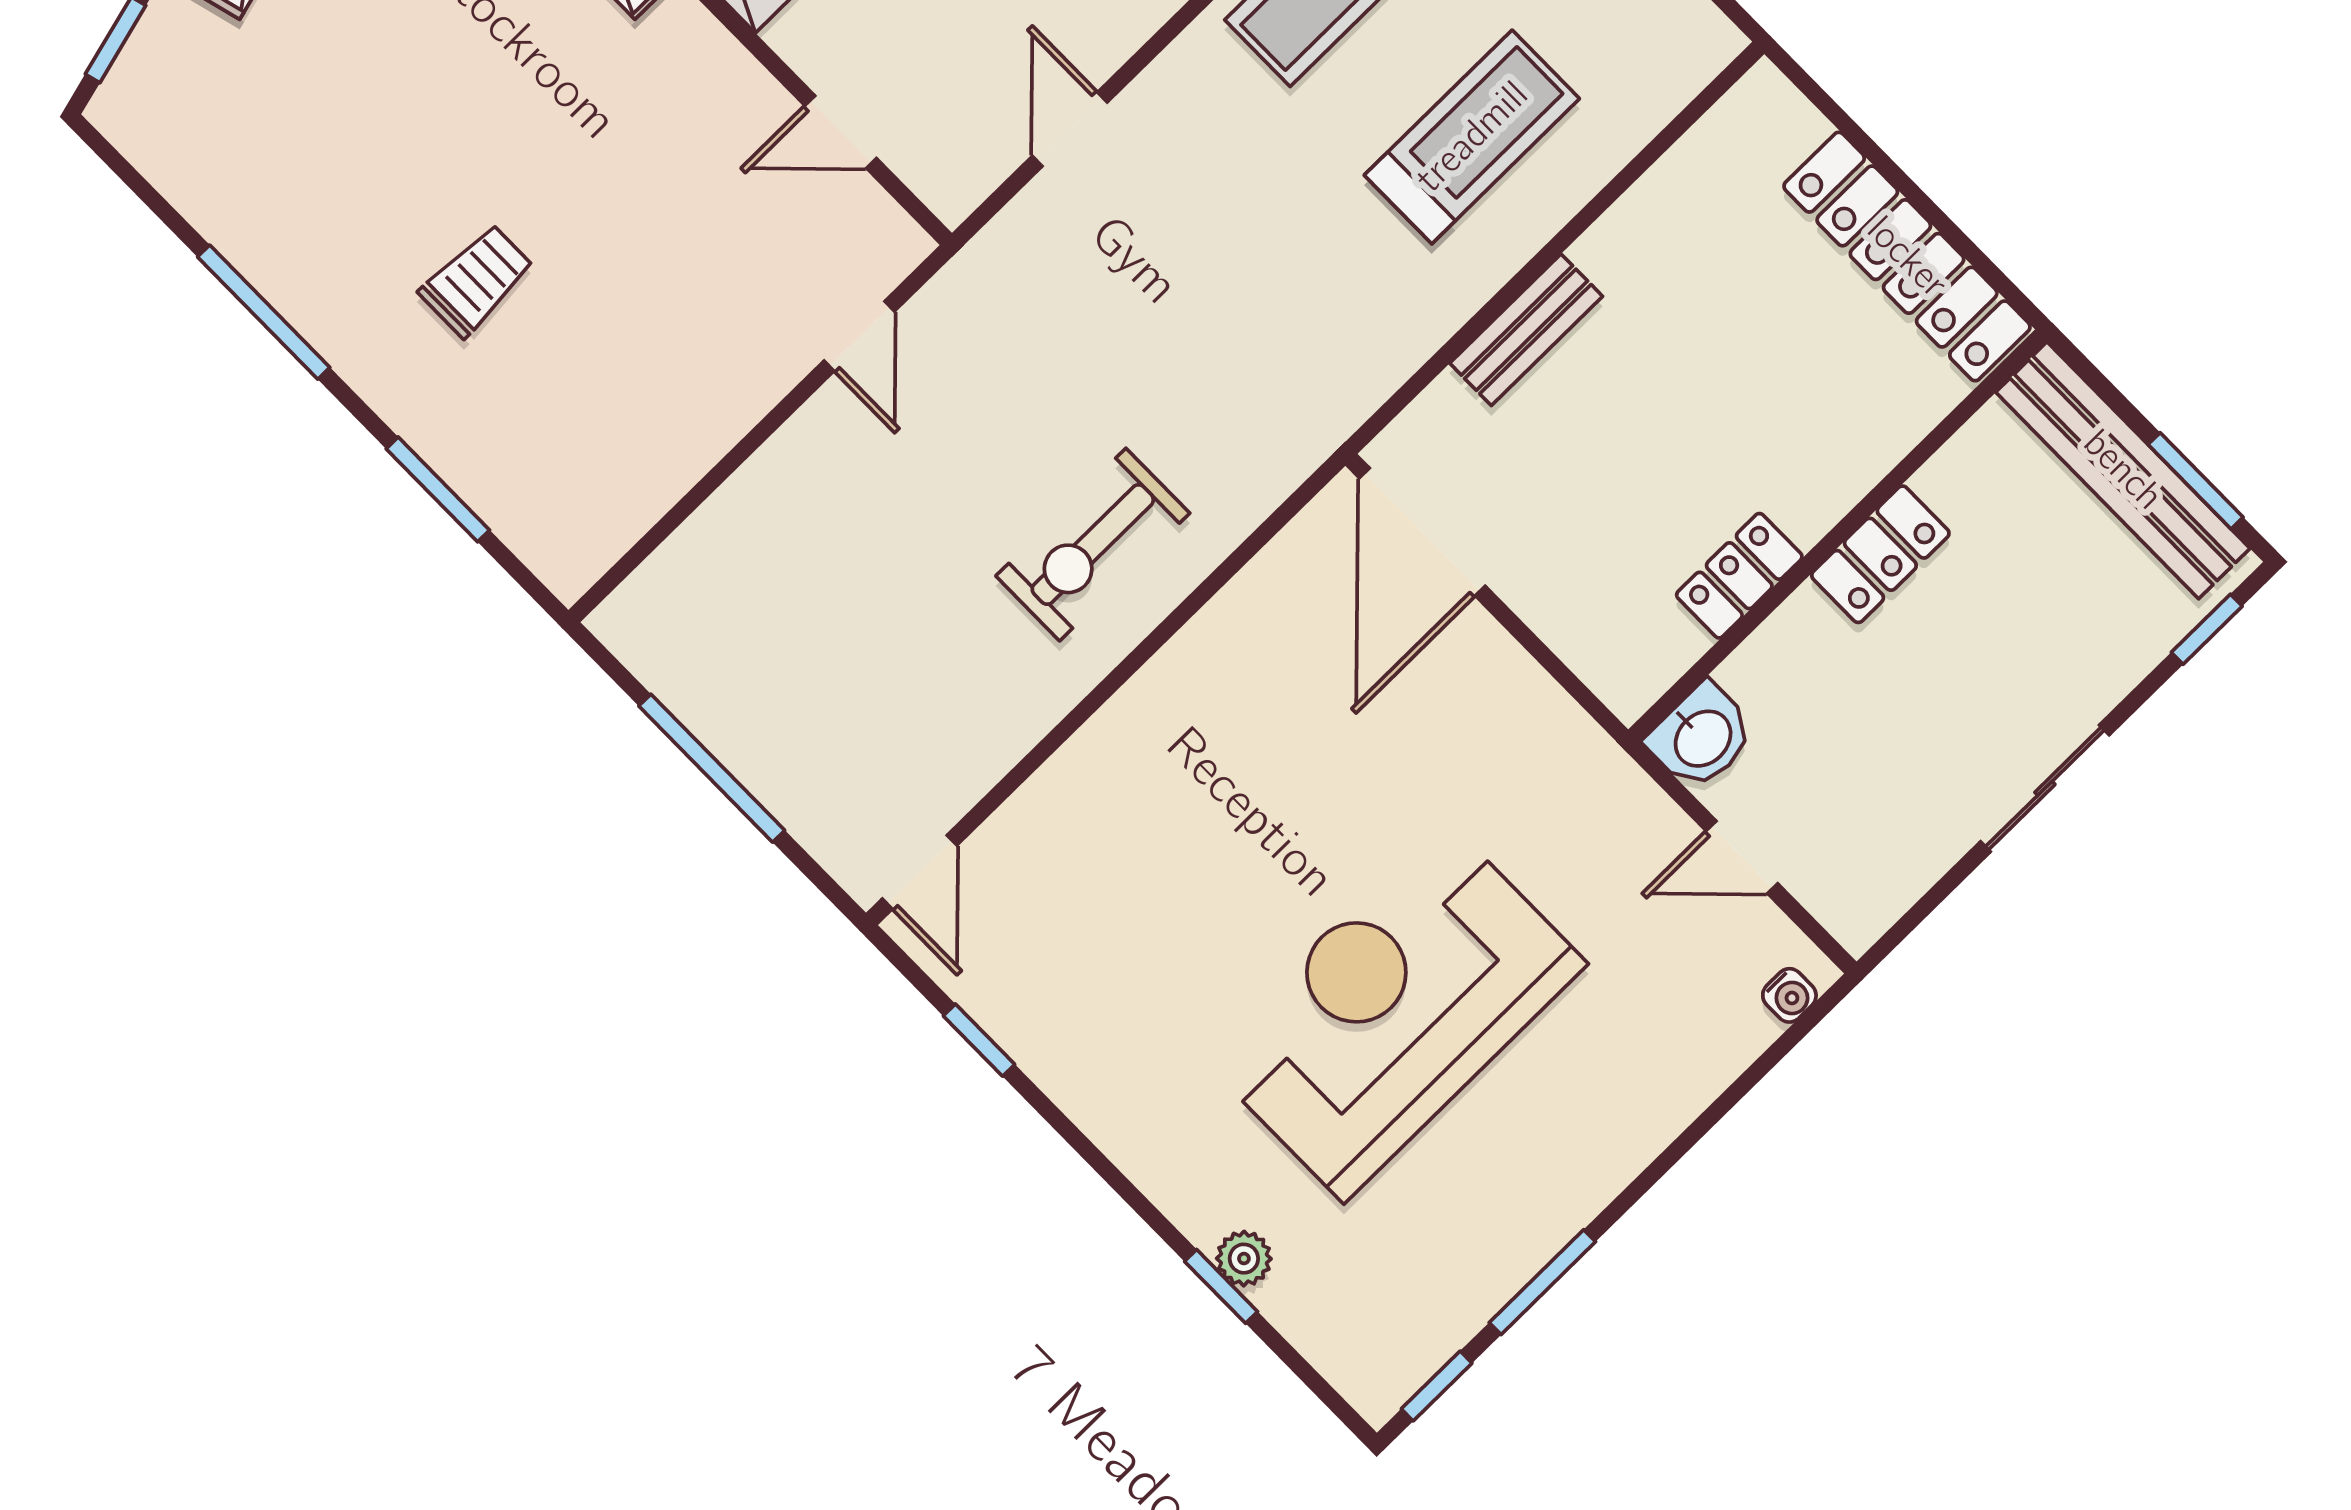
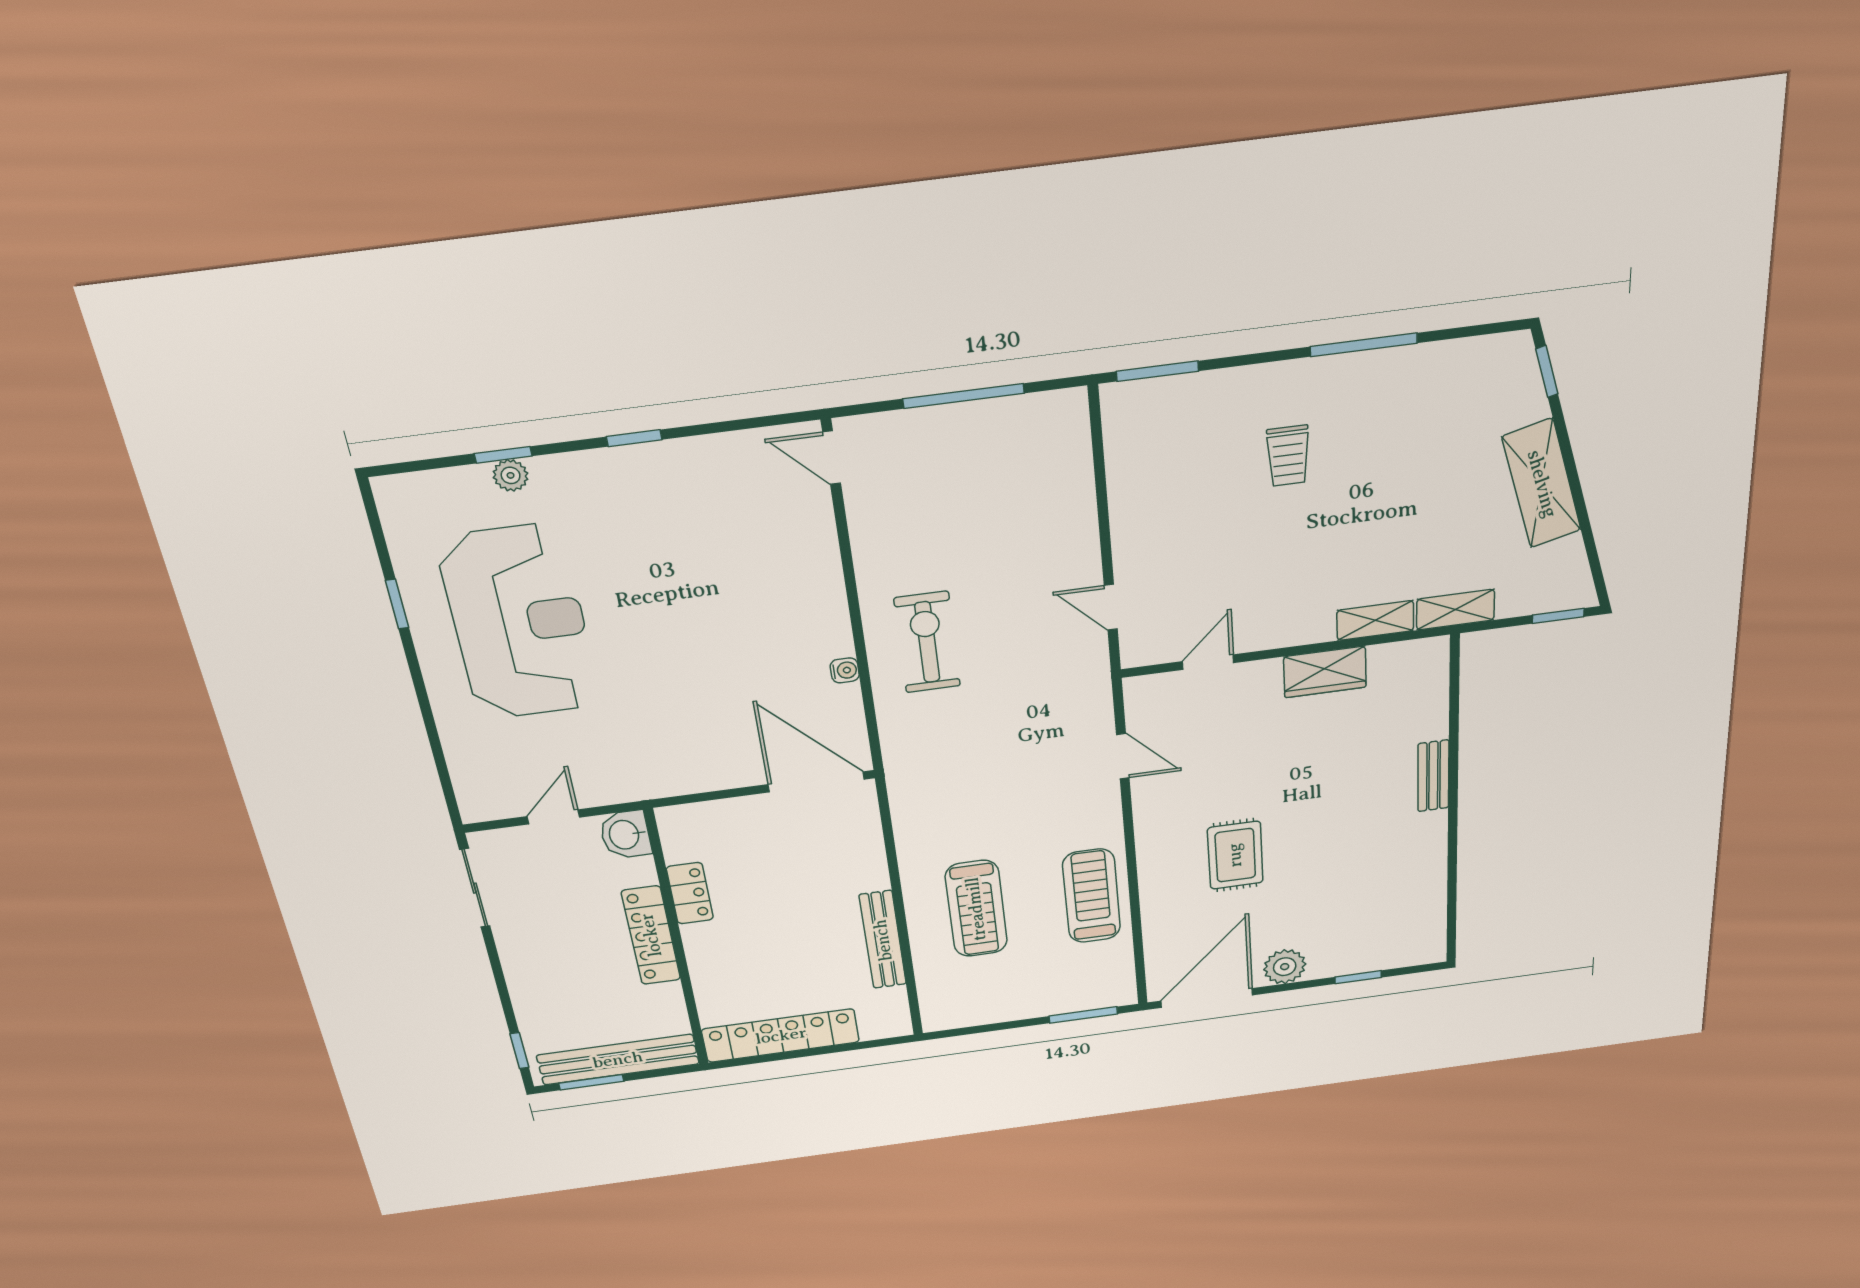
bench: (1526, 330) -> (883, 940), moved, width x1.36
window: (438, 489) -> (1157, 371), moved
locker: (1880, 554) -> (651, 935), width x1.53
sliding door: (2045, 788) -> (475, 888), moved
water cooler: (1789, 995) -> (845, 670), moved, turned 180
reception desk: (1394, 1011) -> (519, 623), moved
window: (979, 1040) -> (634, 438), moved
window: (1542, 1282) -> (397, 604), width x0.67
window: (1437, 1386) -> (374, 521), removed

